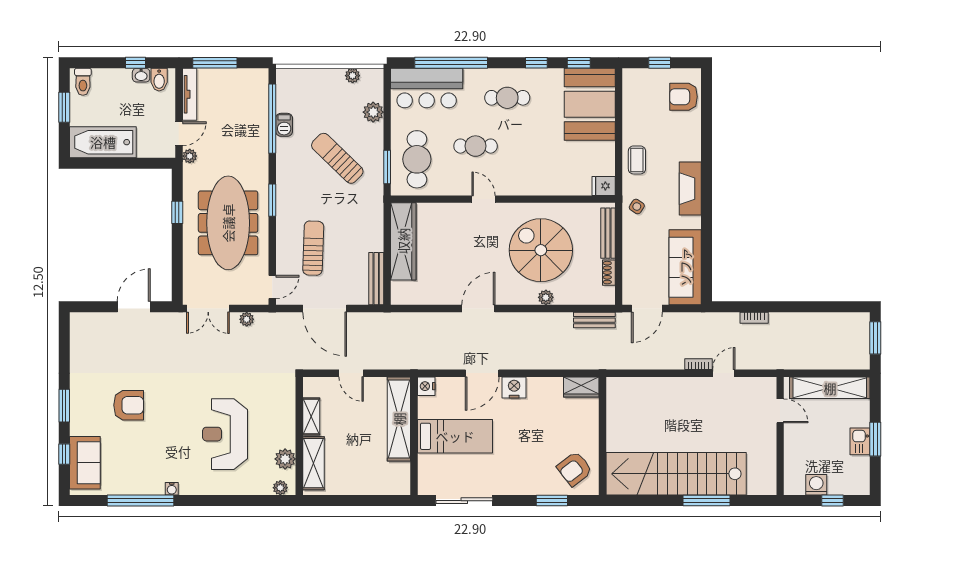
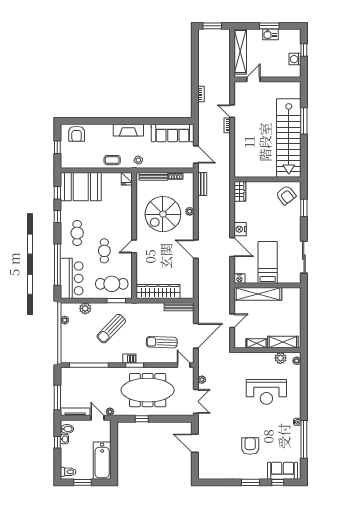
barbecue: (284, 125) -> (129, 359), moved

